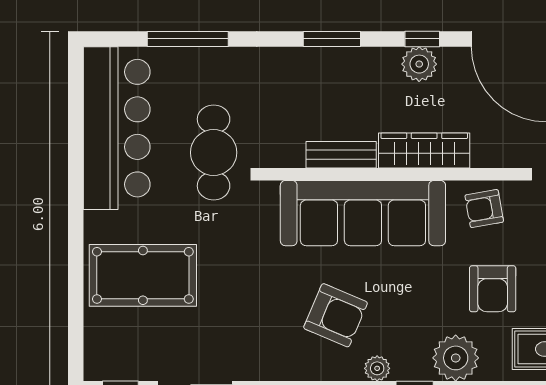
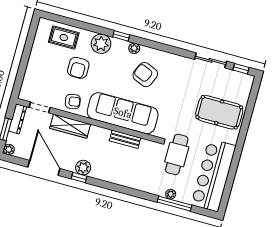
window: (332, 39) -> (116, 188), removed
plant: (203, 58) -> (171, 194), added
wardrobe: (424, 151) -> (70, 126), moved
armchair: (493, 289) -> (78, 68), turned 180

